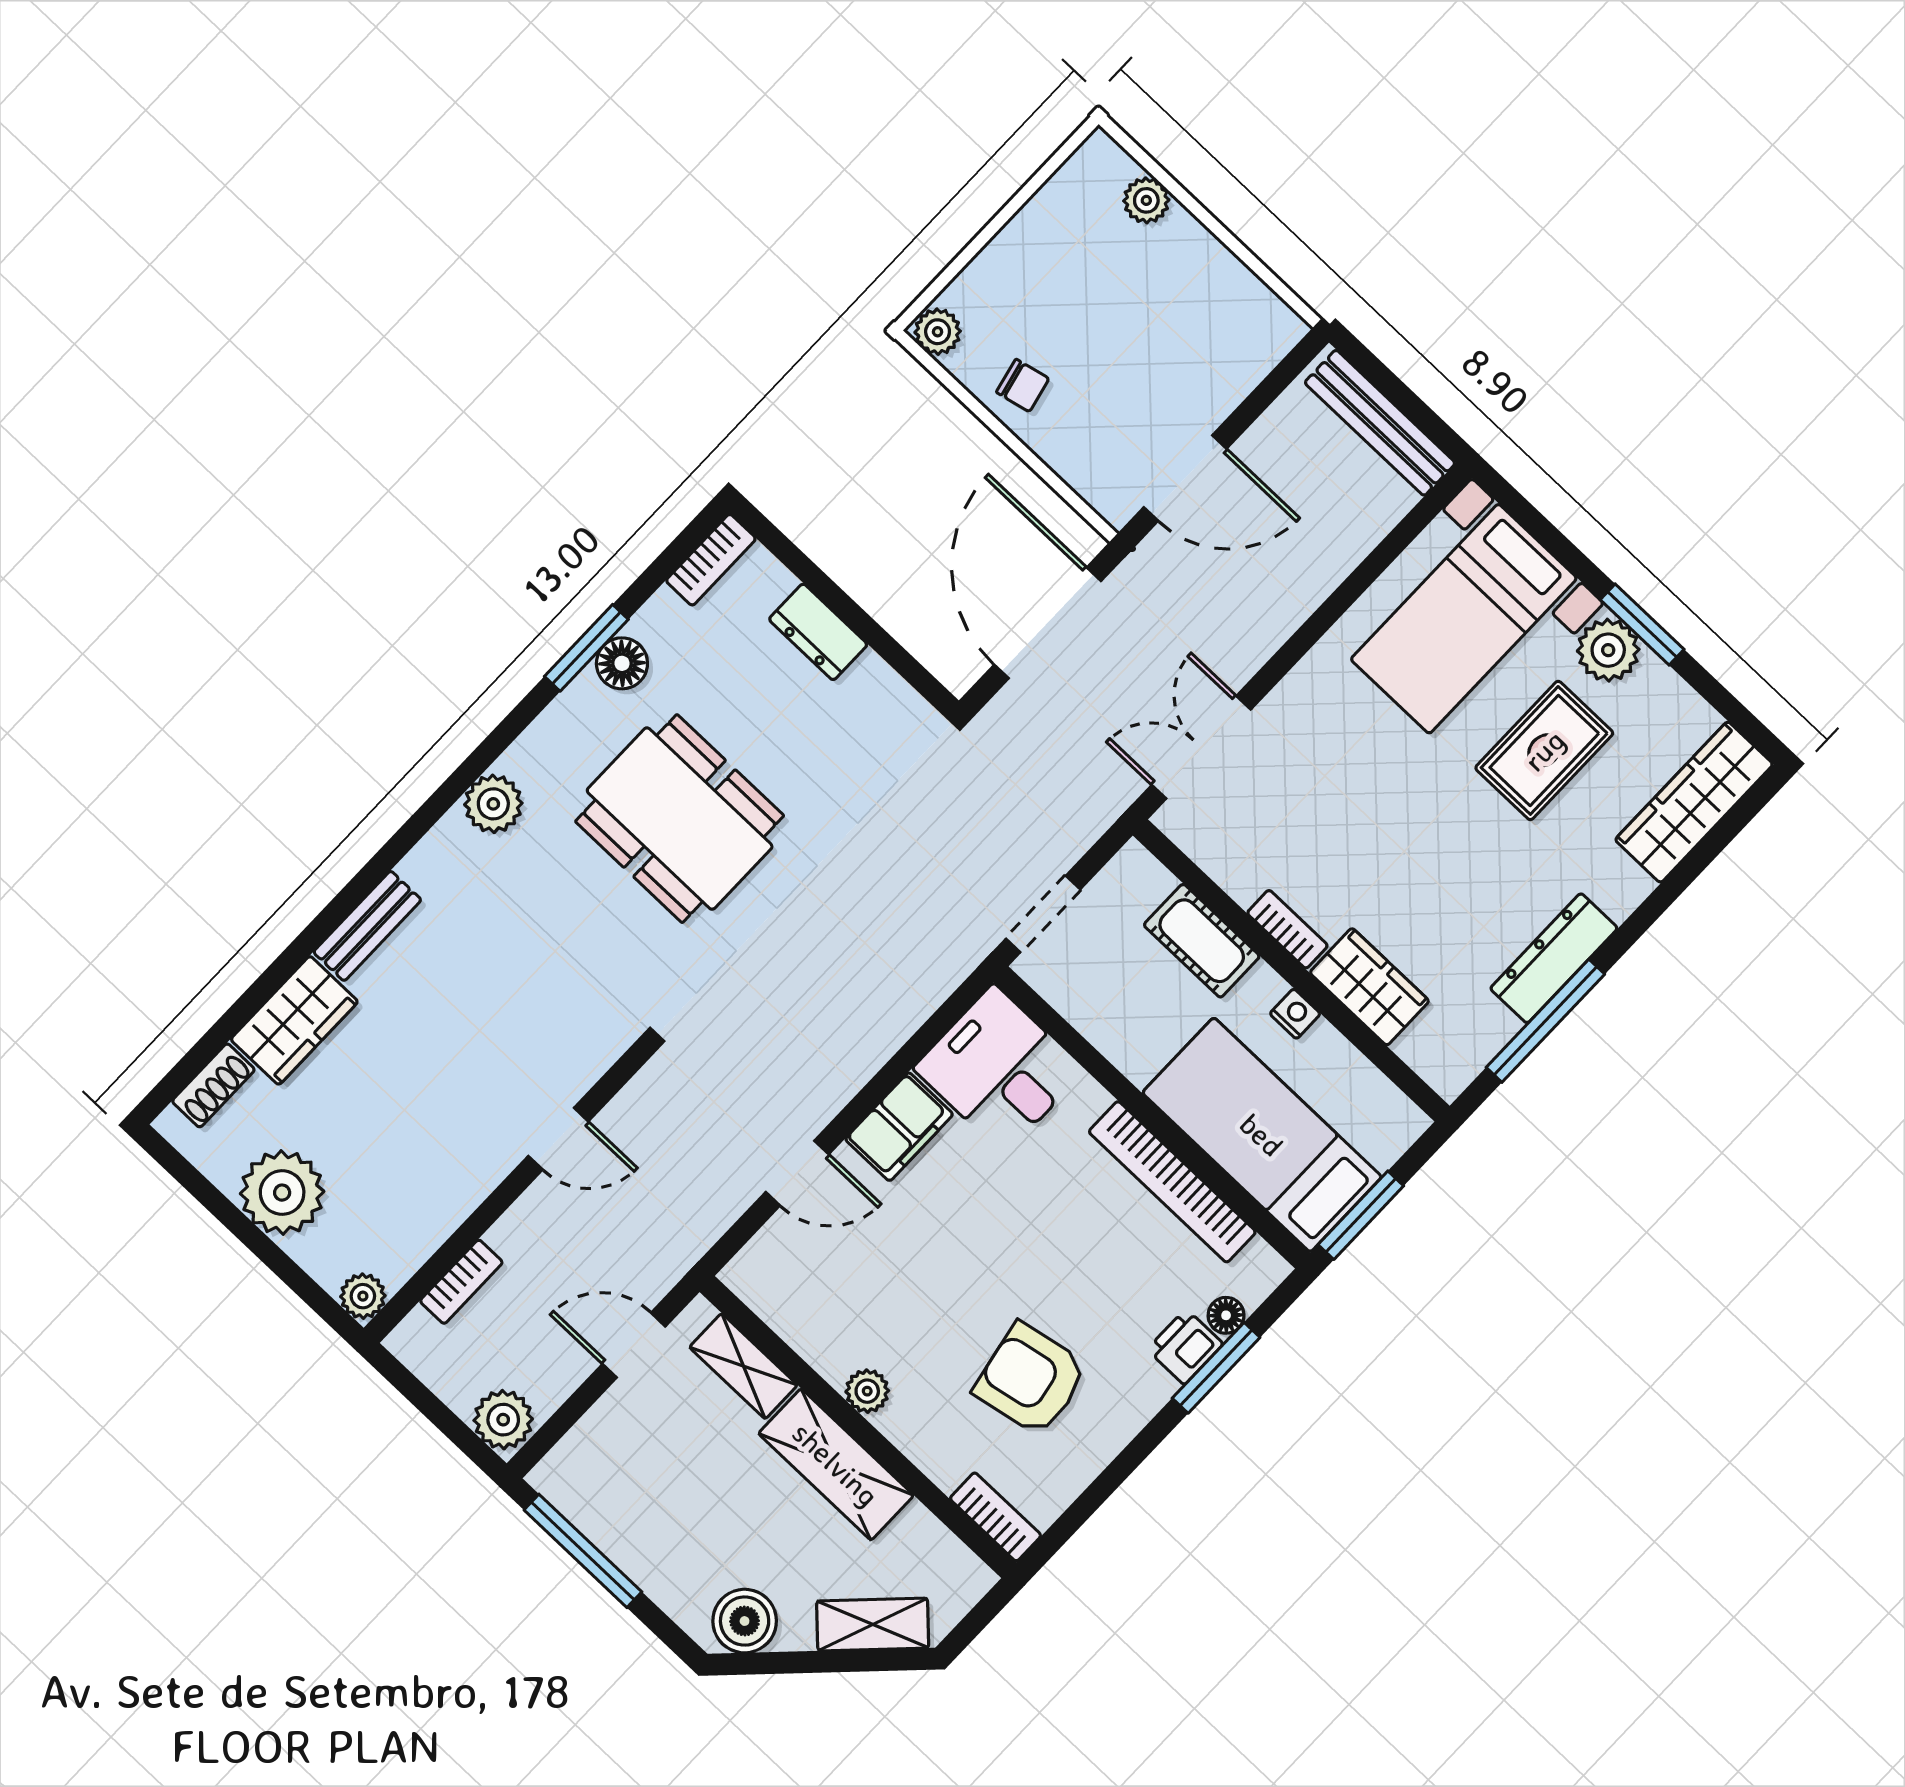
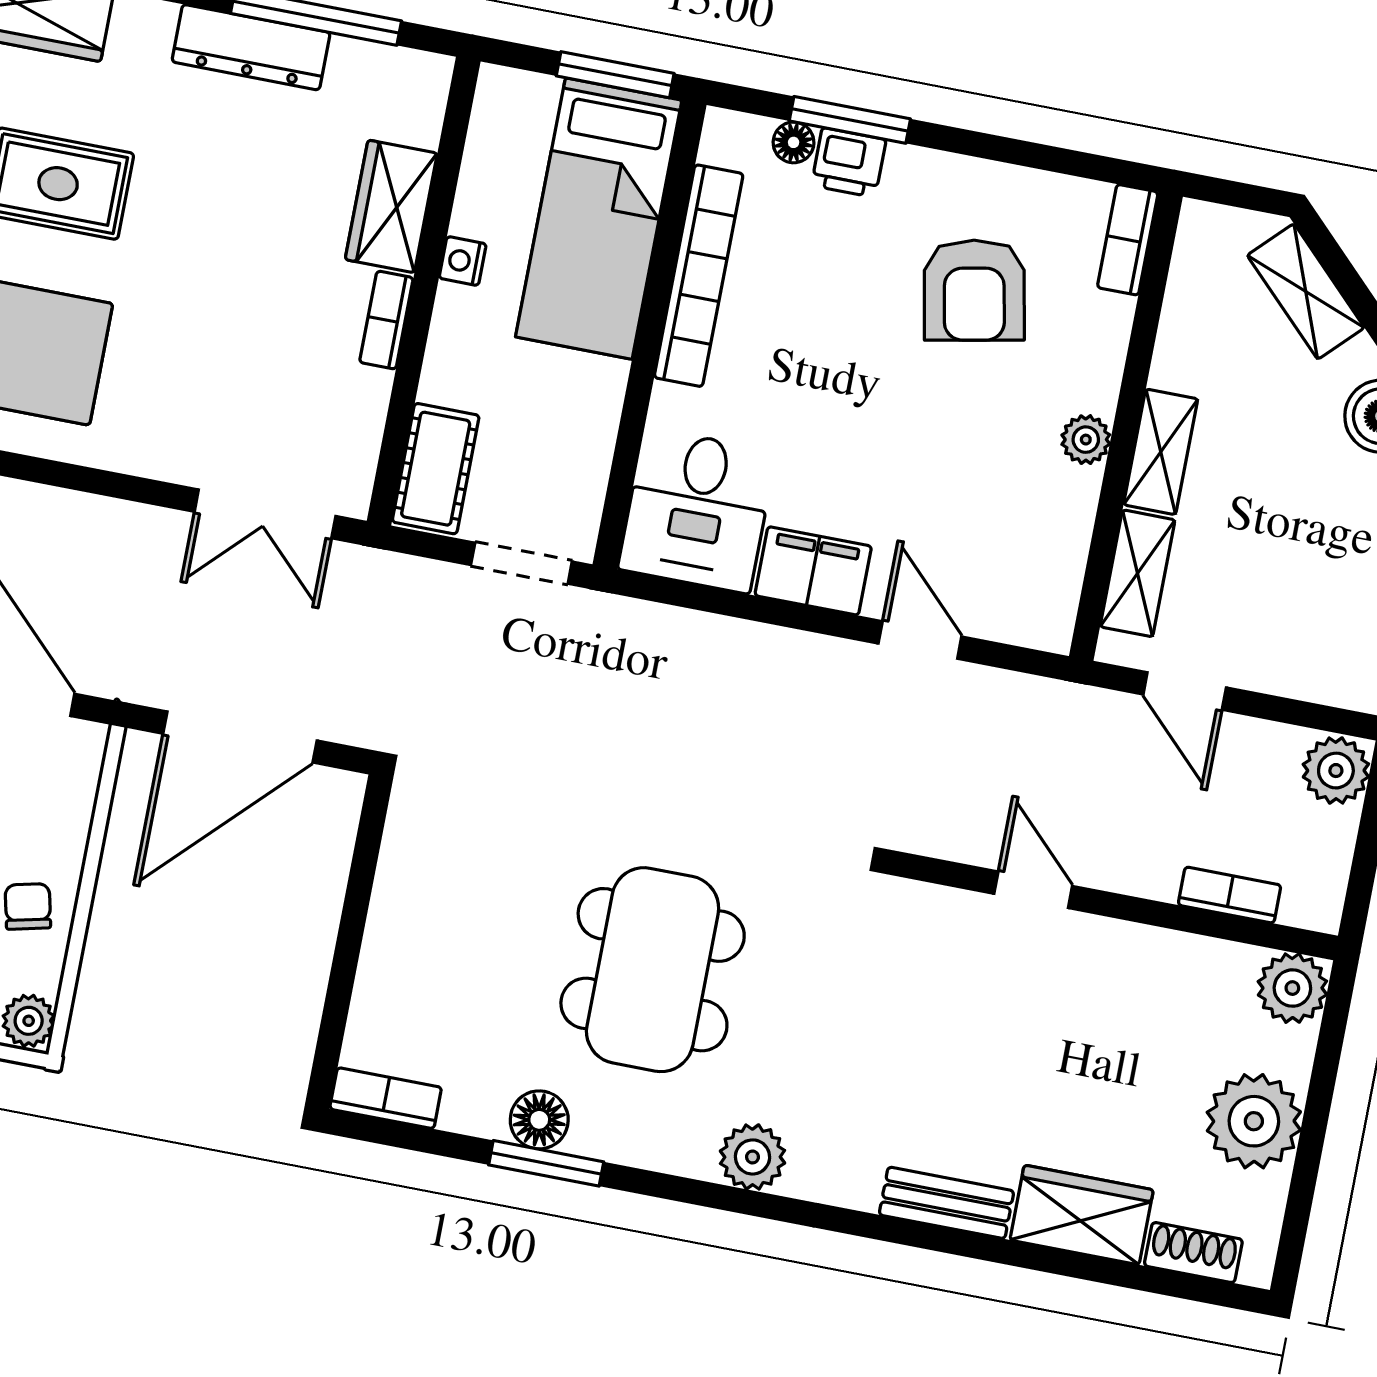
dresser: (818, 632) -> (389, 951), removed
cot: (1202, 941) -> (436, 469), moved
plant: (363, 1296) -> (1292, 988), width x1.38, depth x1.38
shelving: (836, 1464) -> (1161, 452), width x0.67, depth x0.75

